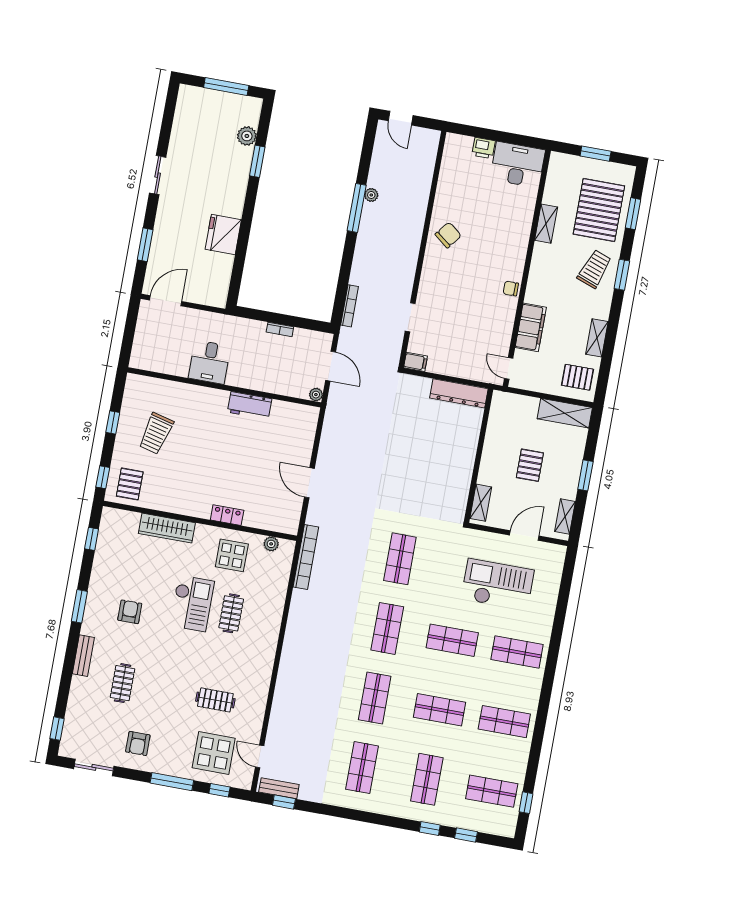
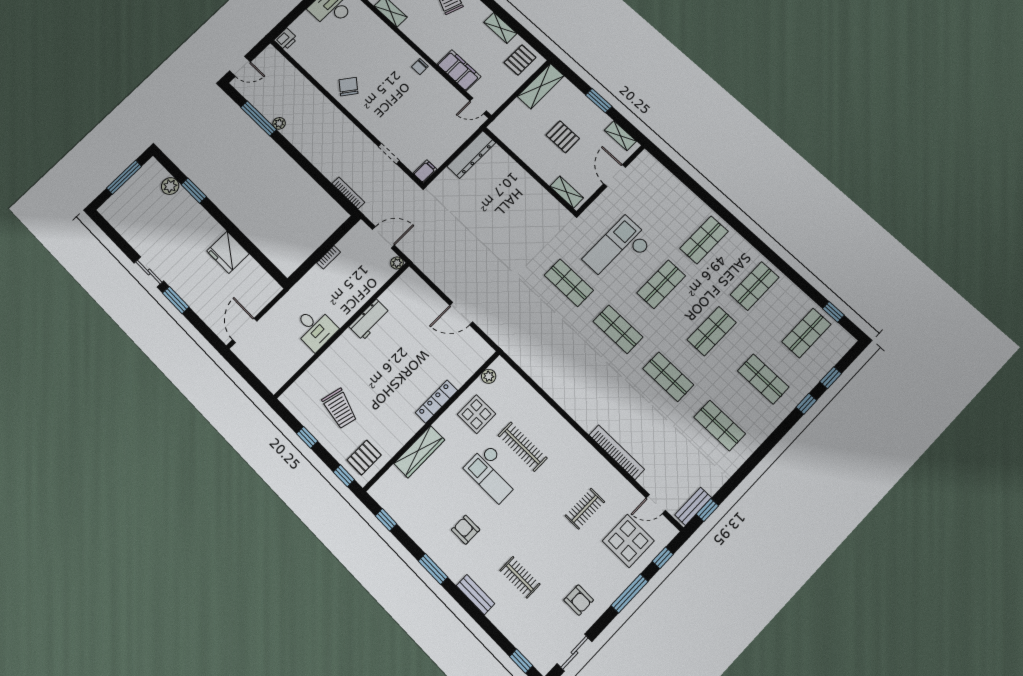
printer: (484, 148) -> (286, 39), moved
window: (357, 208) -> (258, 118), moved
window: (145, 245) -> (176, 300), moved
pallet: (130, 484) -> (364, 458), turned 90
locker: (227, 515) -> (436, 402), width x1.53
bookcase: (306, 557) -> (617, 452), moved
checkout: (498, 585) -> (618, 250), moved
checkout: (192, 603) -> (493, 473), turned 180
clothes rail: (231, 613) -> (523, 447), width x1.36

